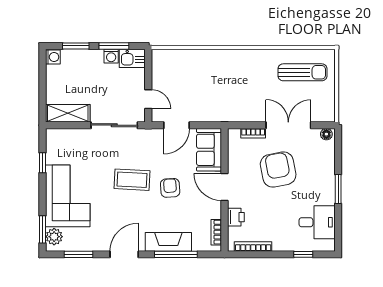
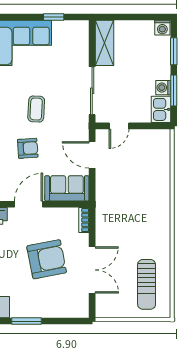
bookcase: (253, 133) -> (84, 220), moved
floor lamp: (326, 134) -> (83, 309), removed
coffee table: (132, 180) -> (36, 109), width x0.73, depth x0.77

